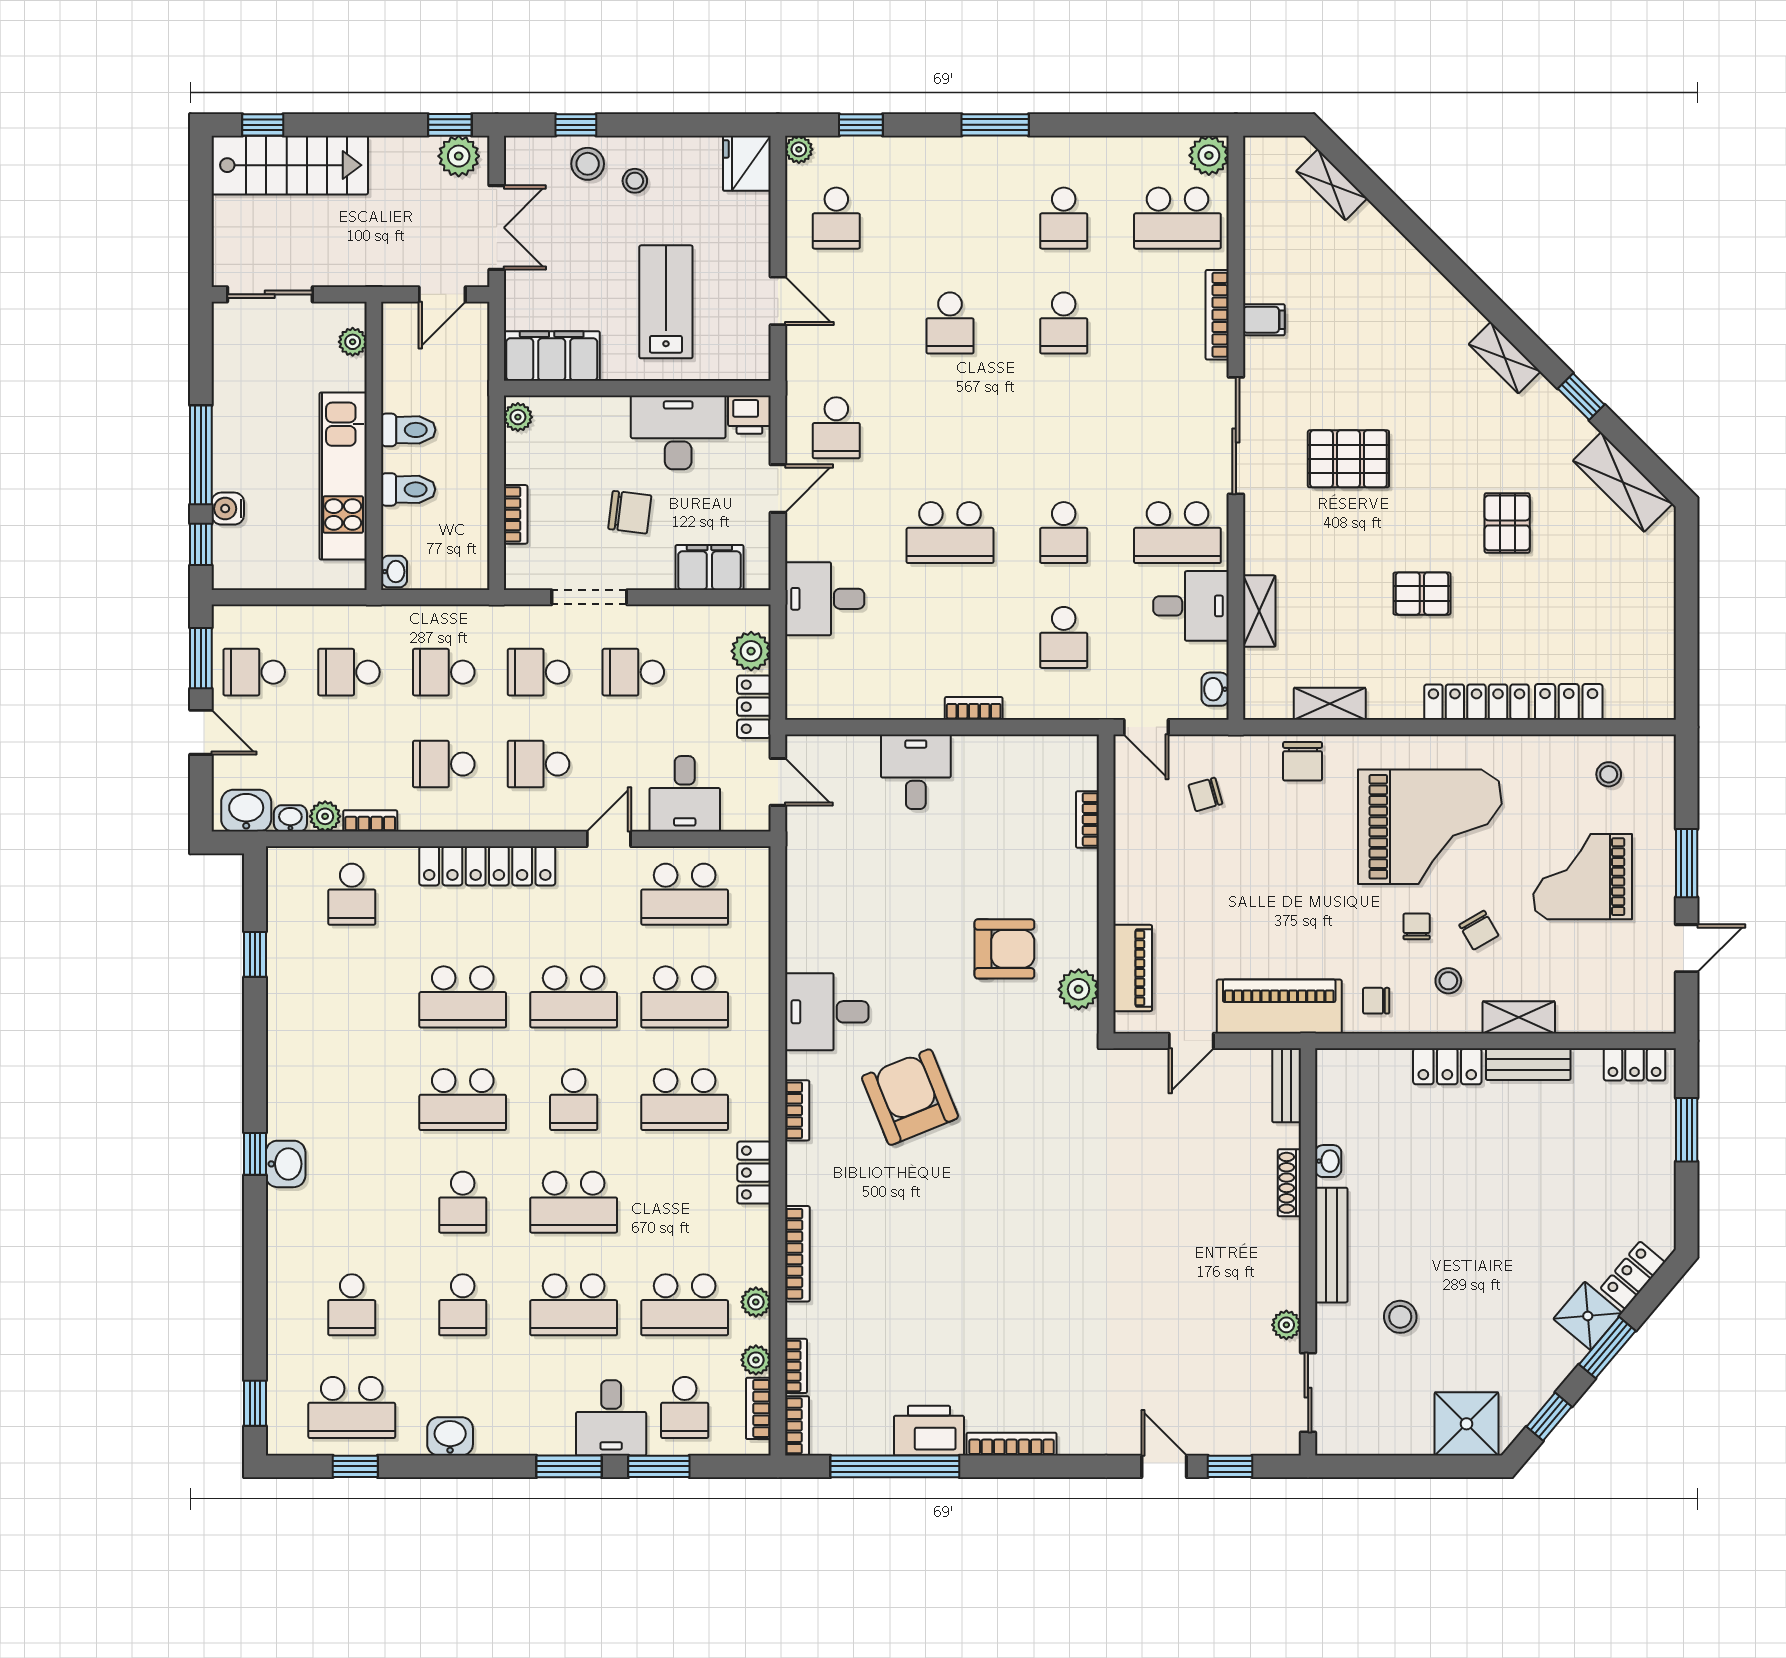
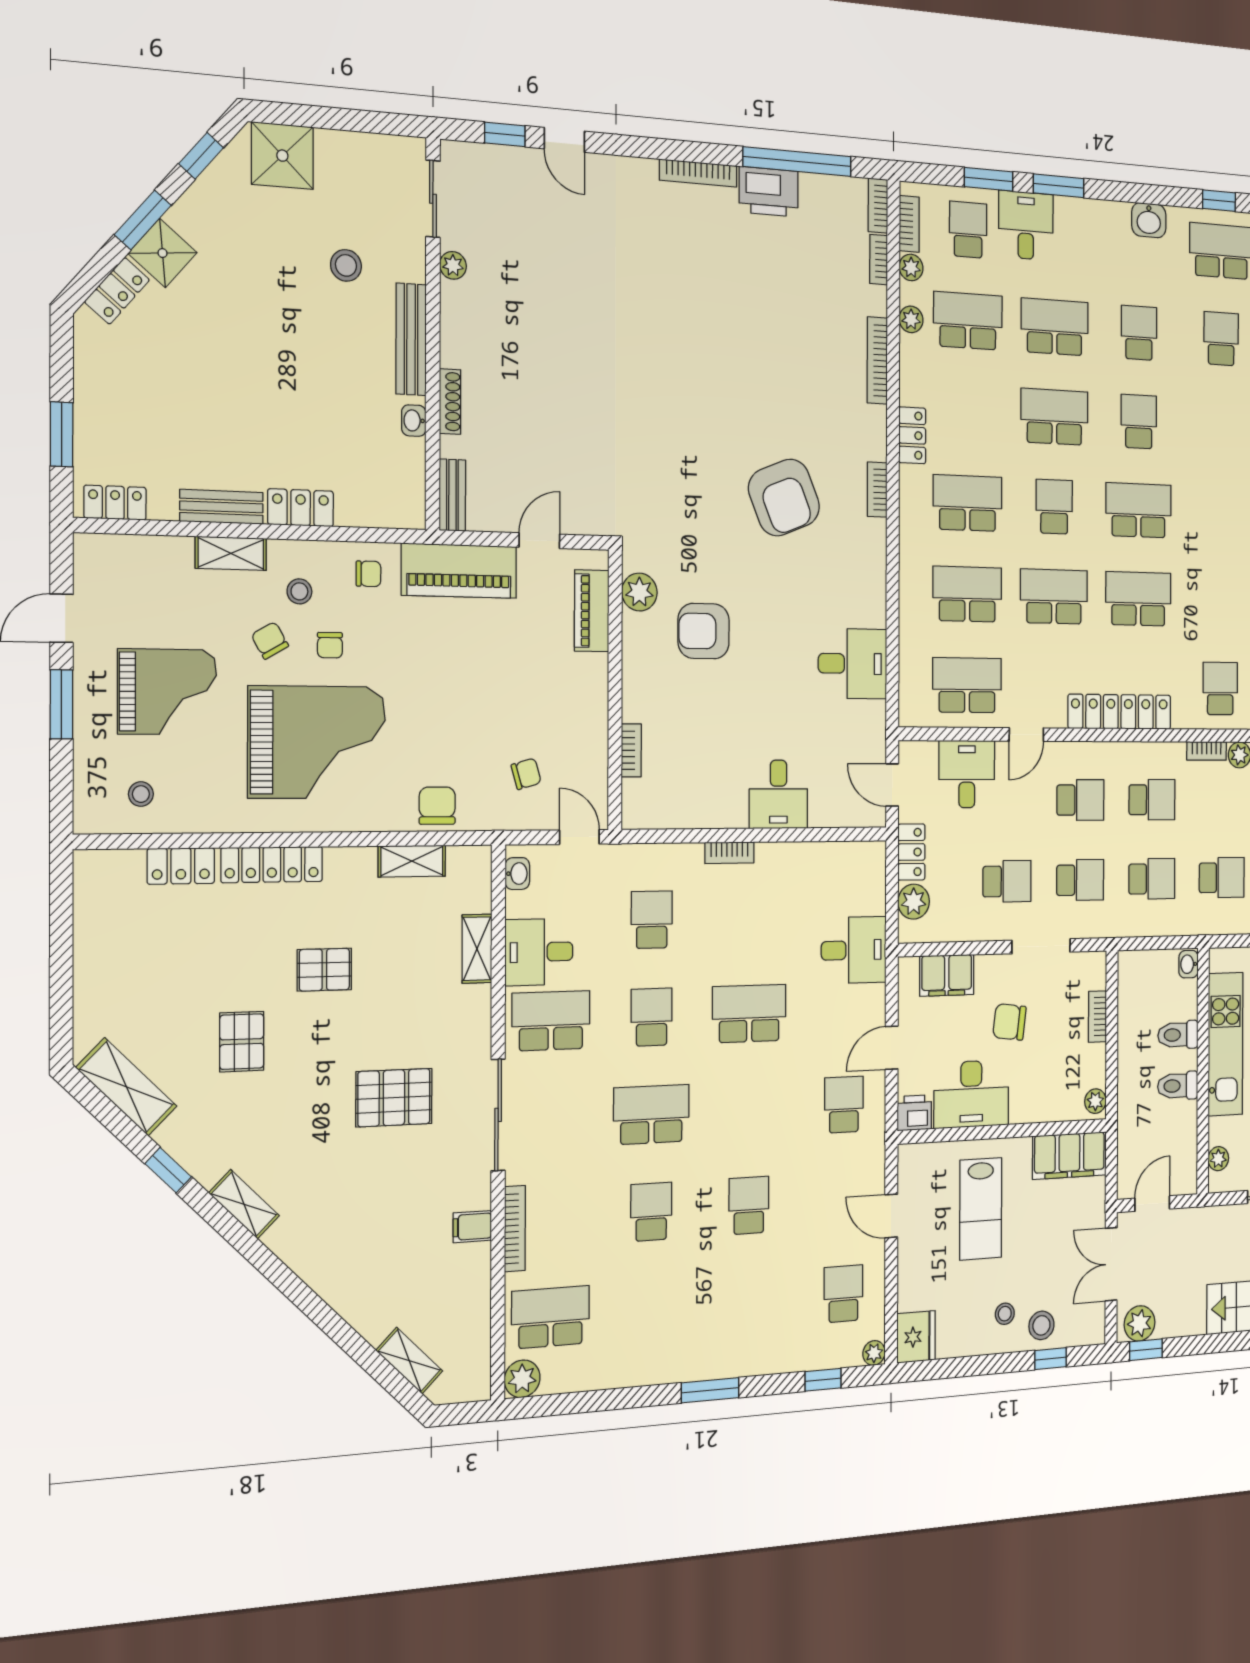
school desk: (1064, 218) -> (651, 1114), moved, width x1.85
grand piano: (1430, 827) -> (317, 742), turned 180
desk: (827, 1012) -> (853, 664), moved

